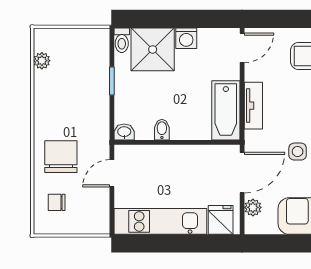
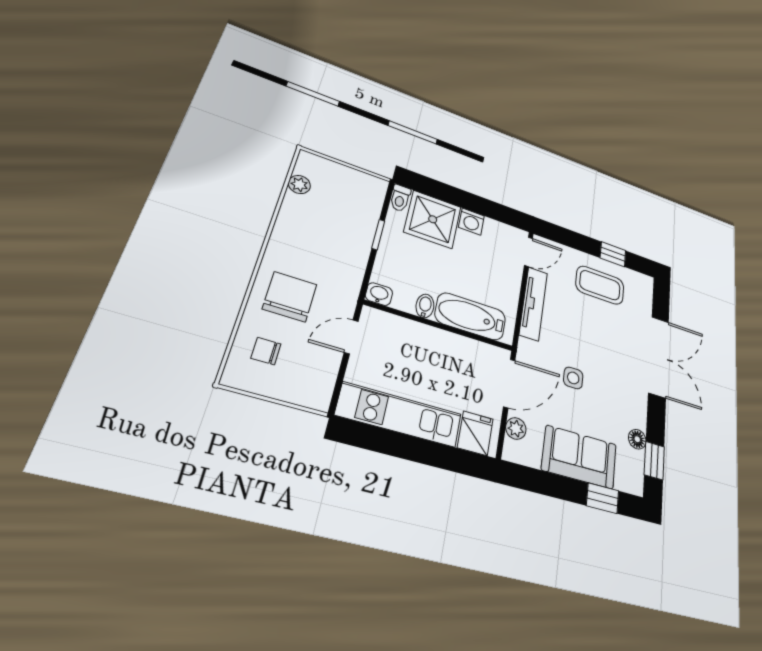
tv unit: (253, 106) -> (533, 303), width x1.41
bathtub: (226, 110) -> (471, 316), moved, turned 90

